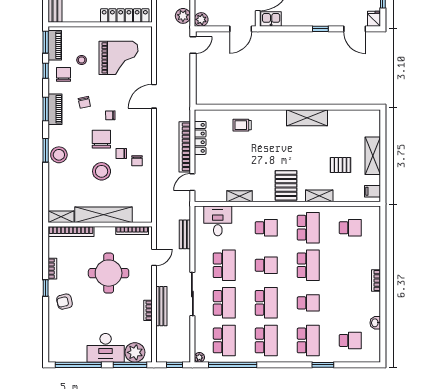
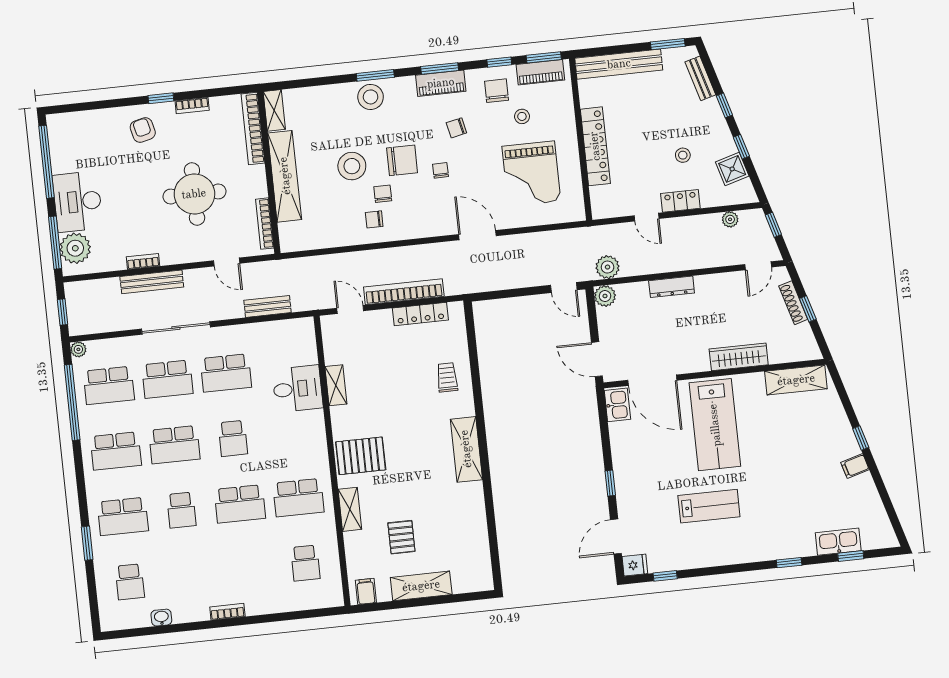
locker: (125, 15) -> (595, 146), moved
chair: (64, 74) -> (496, 91), turned -90
shelving: (307, 118) -> (466, 449), moved
desk: (218, 221) -> (297, 389), moved
school desk: (266, 228) -> (291, 432), removed

